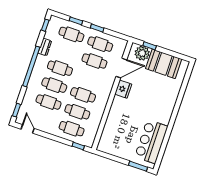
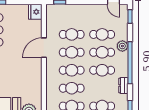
door: (121, 68) -> (44, 48), moved
plant: (33, 85) -> (122, 46), added
fridge: (123, 89) -> (35, 12), moved
cafe table: (72, 129) -> (72, 70), moved

